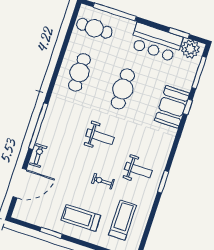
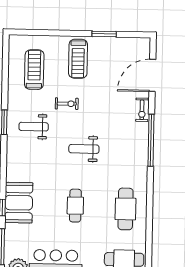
cafe table: (123, 89) -> (75, 206), width x0.73, depth x0.74
treadmill: (81, 218) -> (78, 59), turned 90
treadmill: (122, 220) -> (34, 70), turned 180

